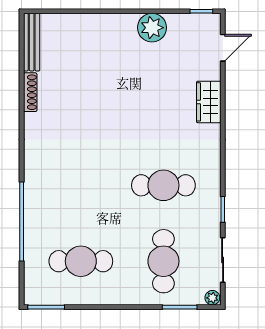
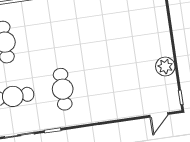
door: (223, 48) -> (159, 115), hinge flipped
wardrobe: (209, 102) -> (122, 111), removed

